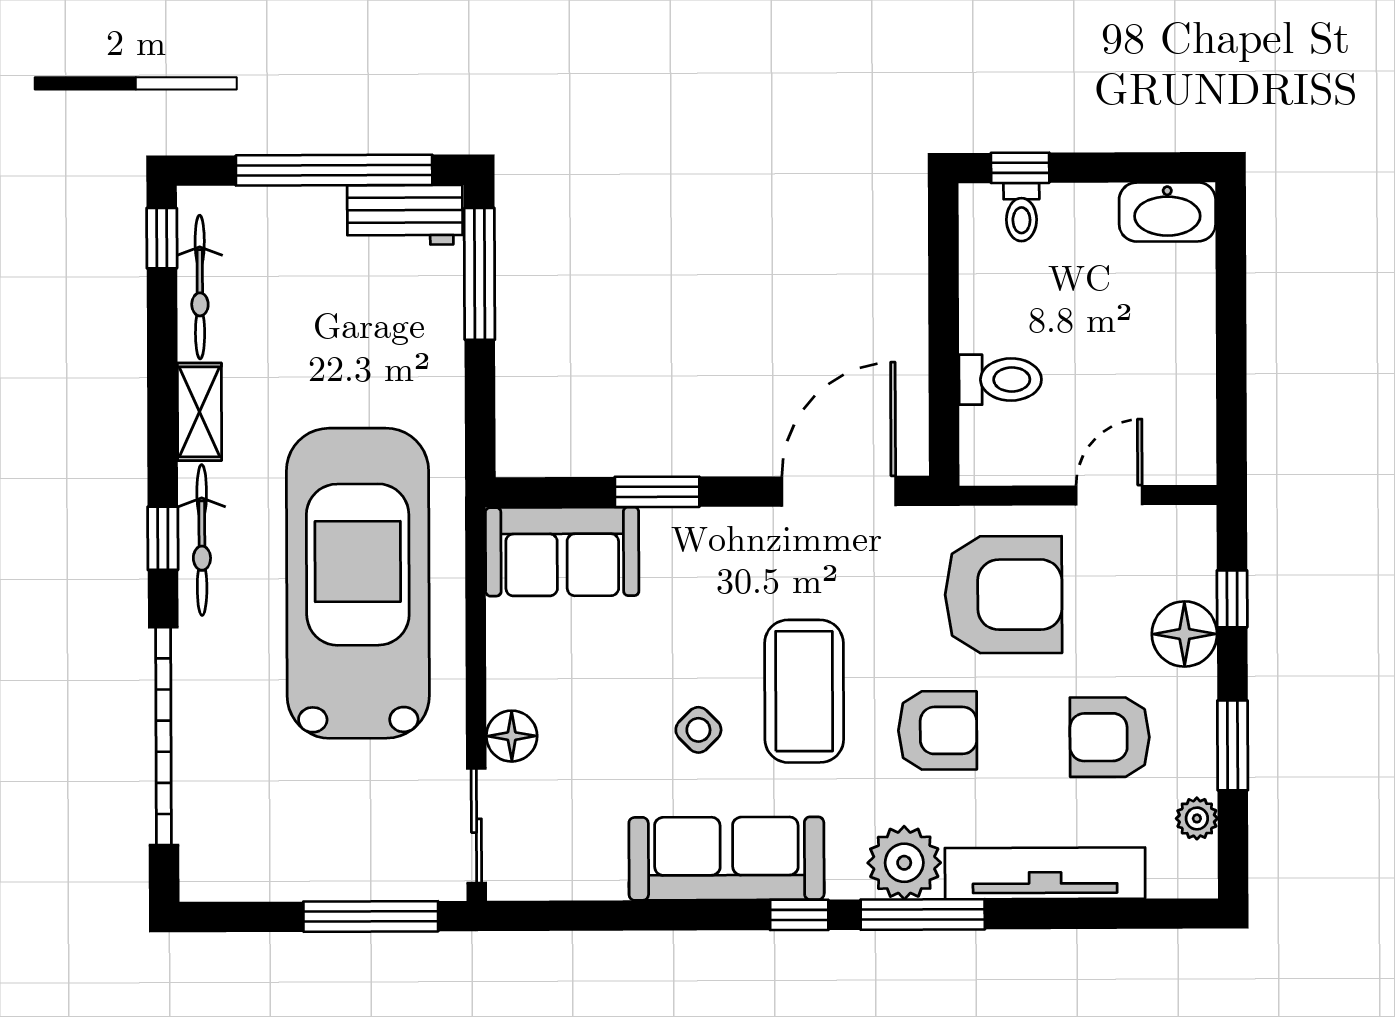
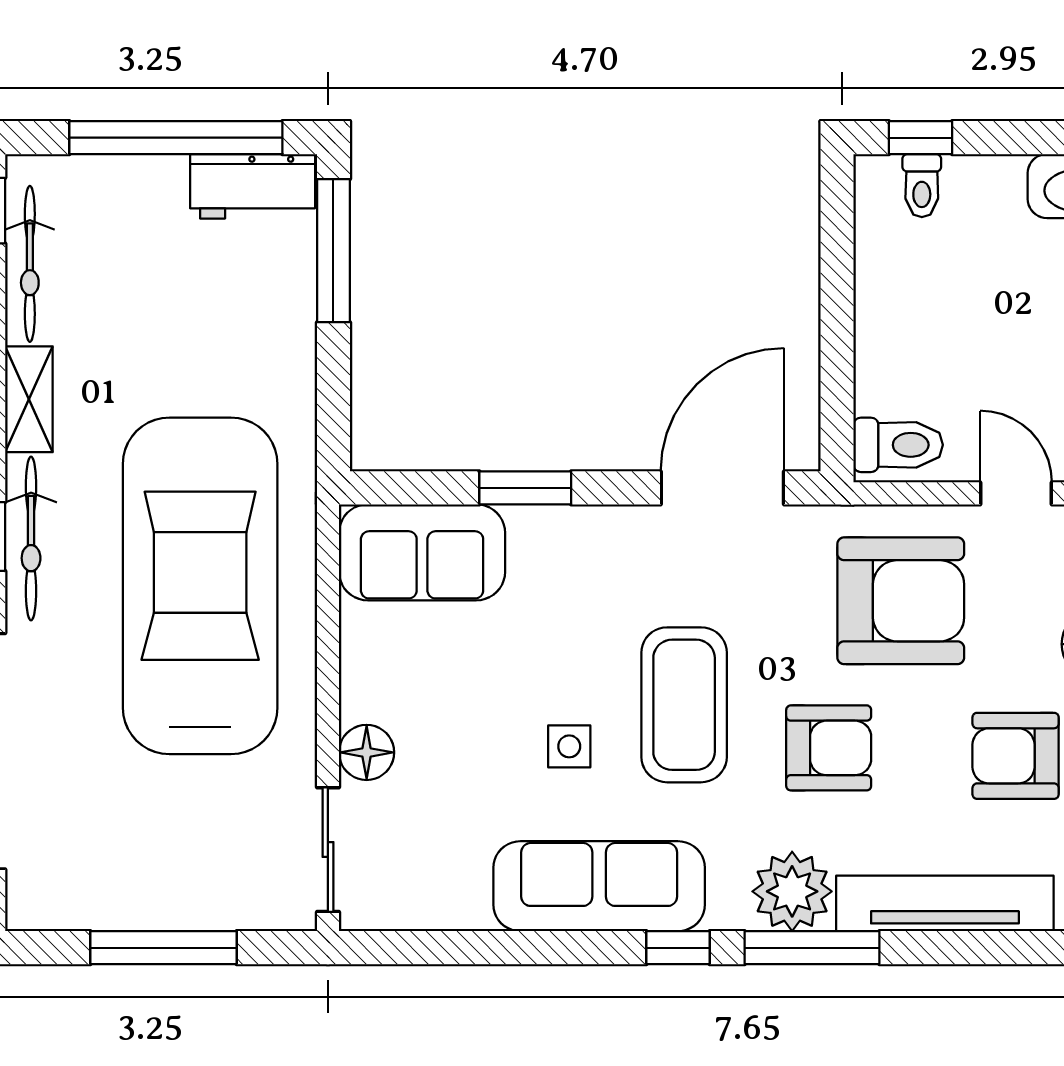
toilet: (1000, 380) -> (898, 445), moved
door: (1109, 495) -> (1016, 493), hinge flipped
side table: (698, 730) -> (569, 746), turned 45
window: (371, 916) -> (163, 948), moved

